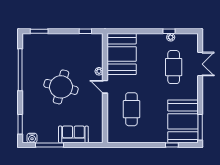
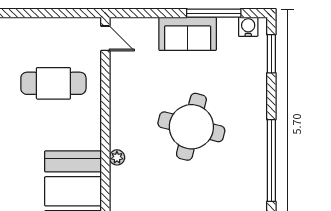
door: (105, 87) -> (105, 38), moved
cafe table: (131, 109) -> (53, 83), turned 90
sofa: (73, 134) -> (188, 34), moved

